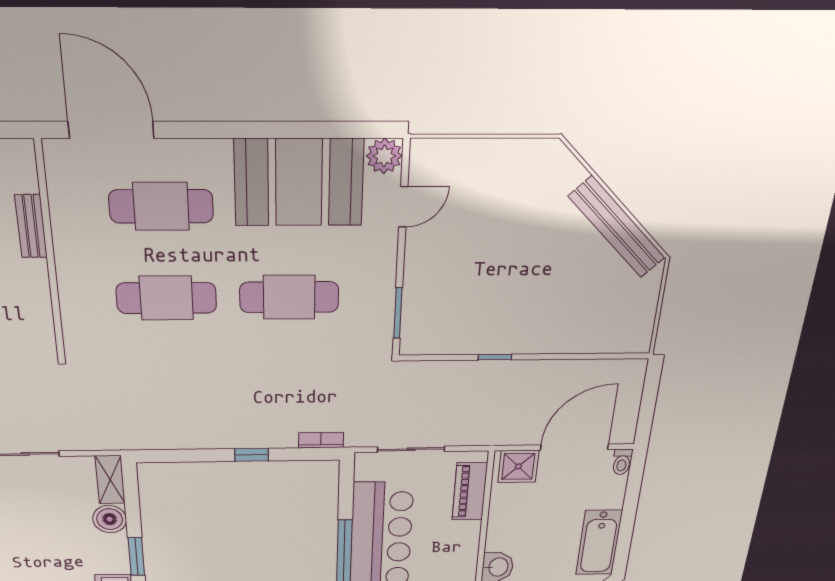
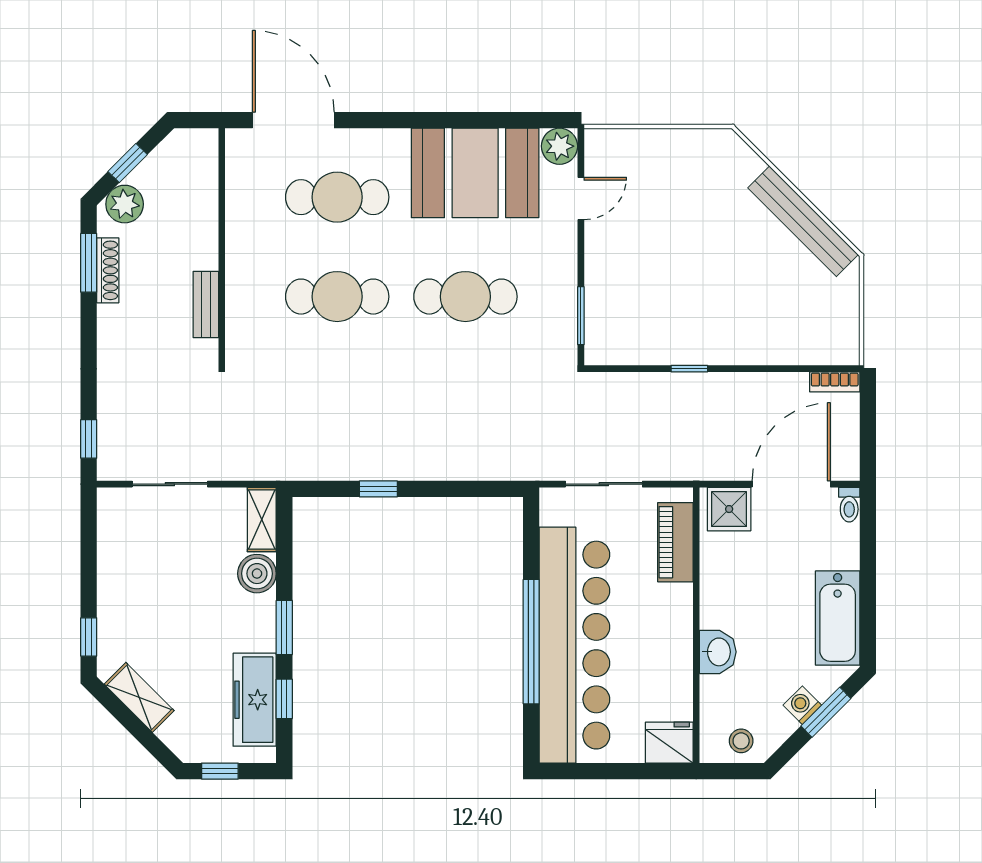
bench: (31, 226) -> (206, 305), moved
bookcase: (321, 440) -> (835, 382), moved, turned 180
window: (252, 455) -> (378, 489), moved

